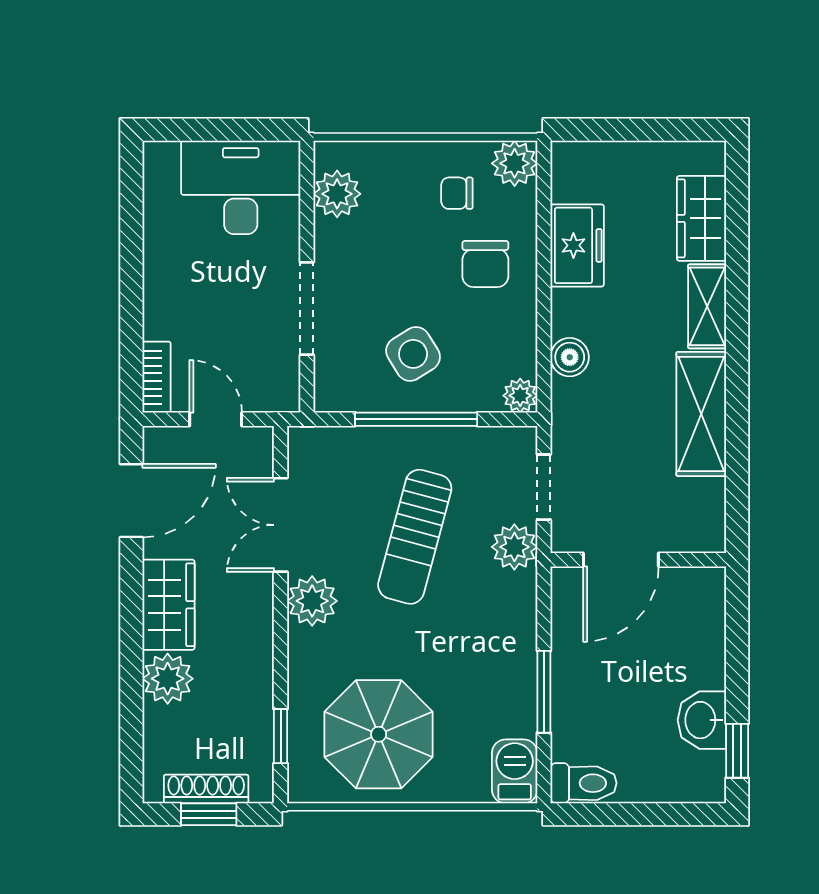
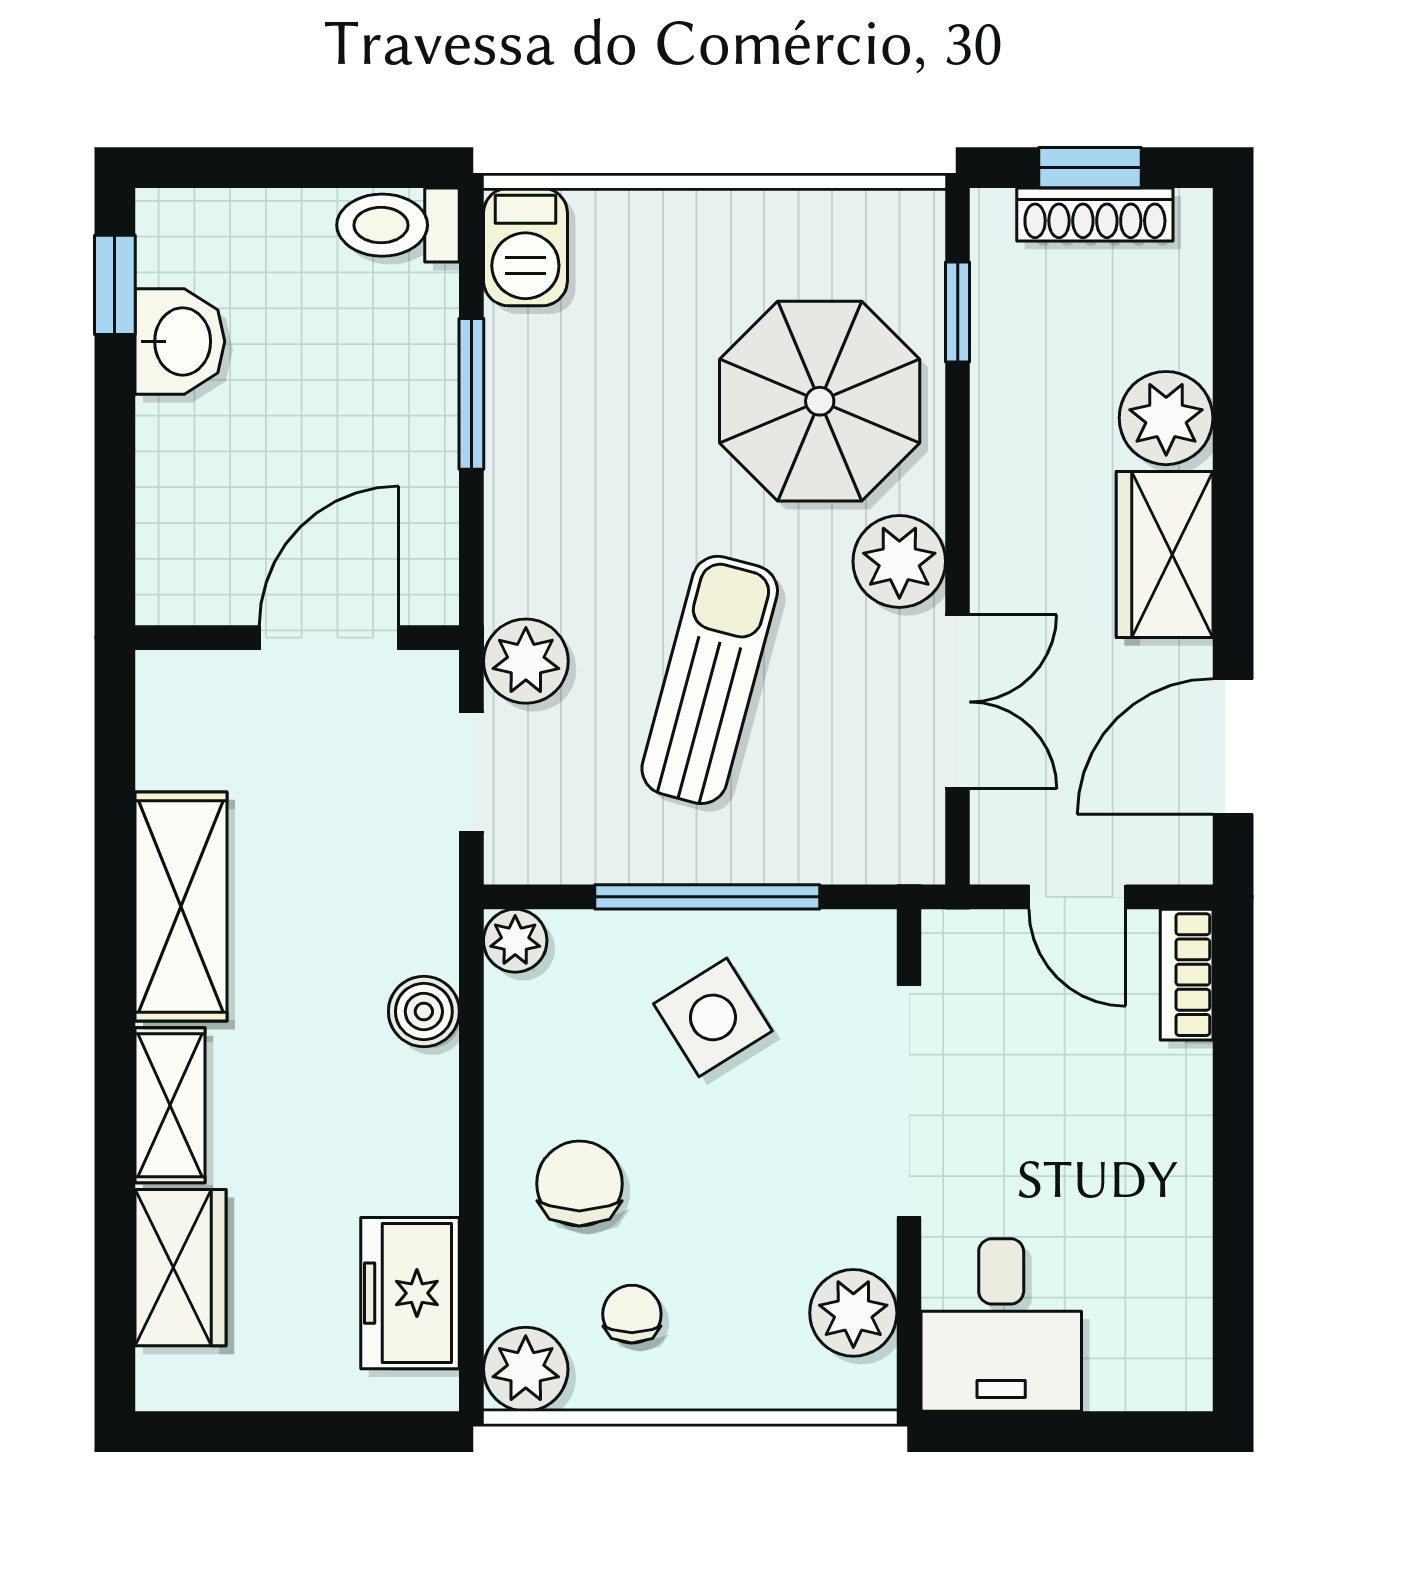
desk: (241, 187) -> (1001, 1325), width x0.73
chair: (457, 193) -> (632, 1314), turned -90
freezer: (577, 245) -> (410, 1293), moved
doorway: (307, 308) -> (909, 1101), width x1.36
parasol: (379, 734) -> (820, 401), moved

